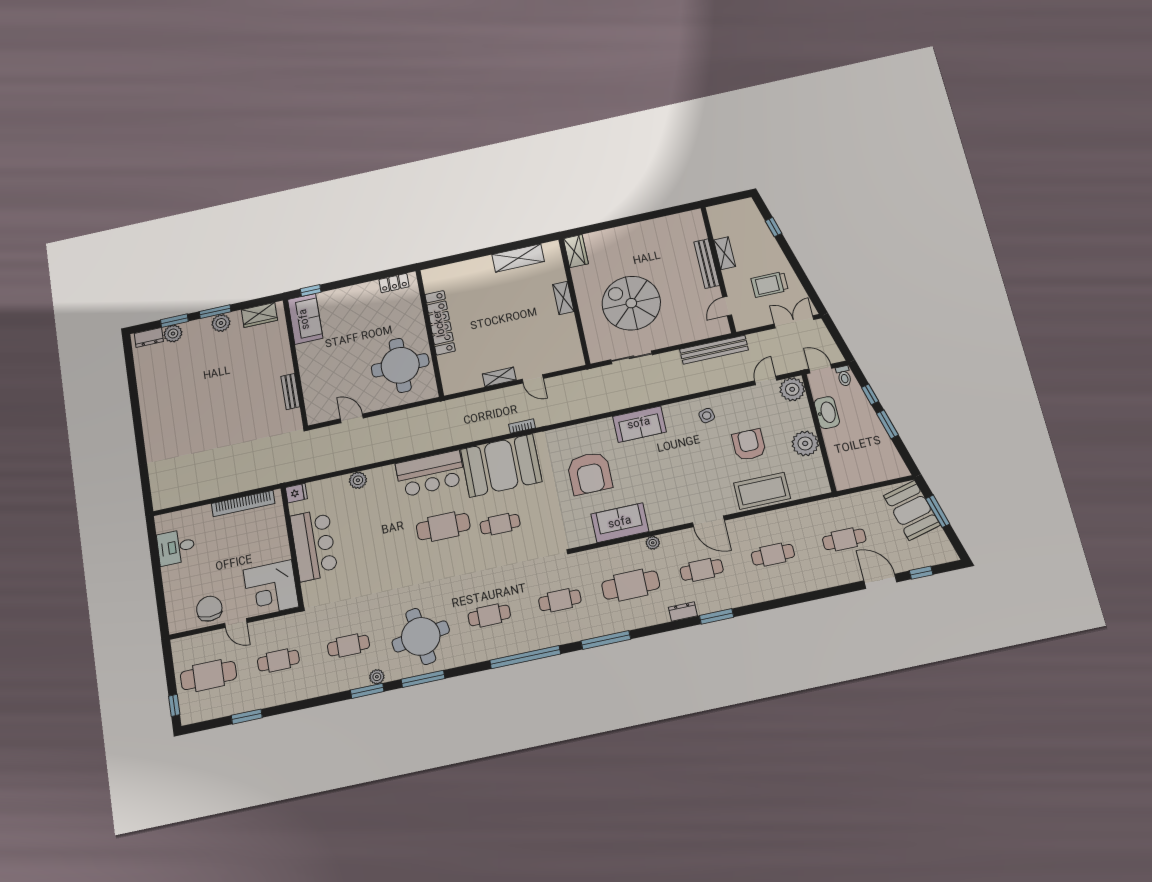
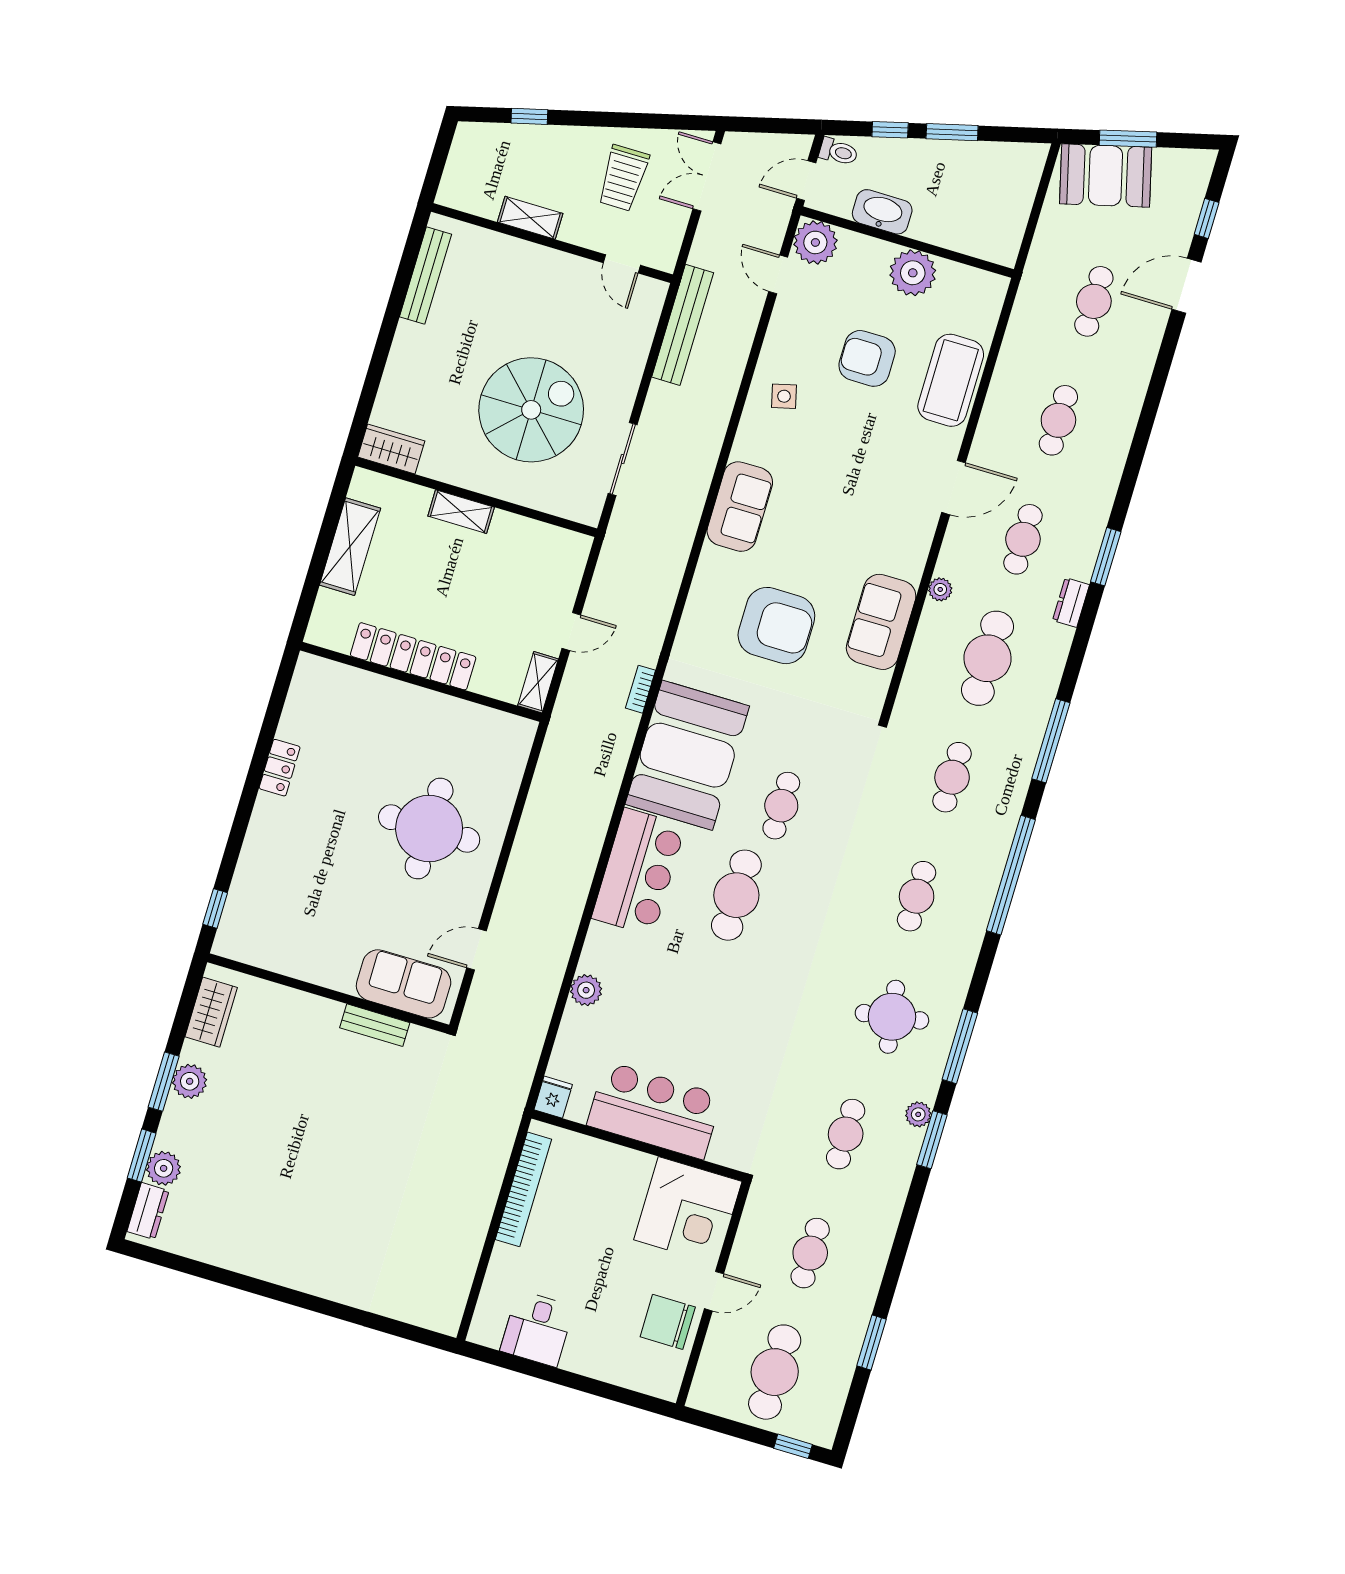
bench: (707, 264) -> (426, 276), moved, turned 90
spiral stairs: (631, 303) -> (531, 410), turned 180
sofa: (305, 319) -> (404, 984), moved
locker: (440, 323) -> (413, 656), moved
wall: (430, 333) -> (421, 682), moved
round table: (421, 636) -> (892, 1017), width x0.73, depth x0.73

